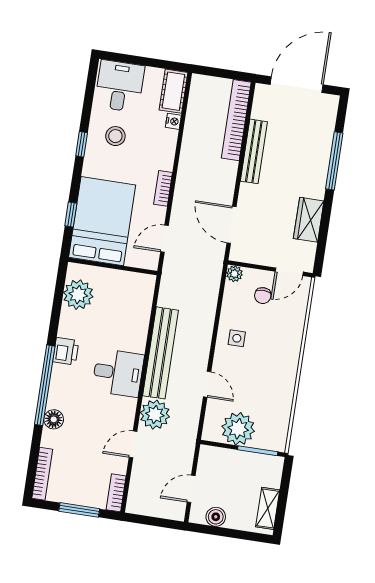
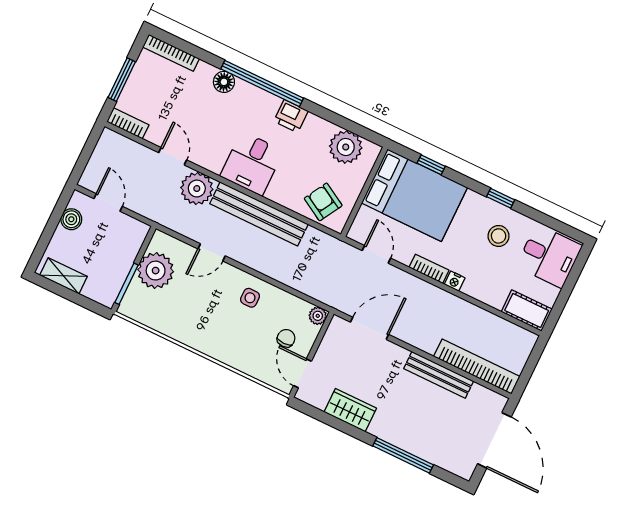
nightstand: (173, 121) -> (455, 281), moved
chair: (263, 296) -> (286, 338), turned 90
armchair: (133, 300) -> (323, 202), added

